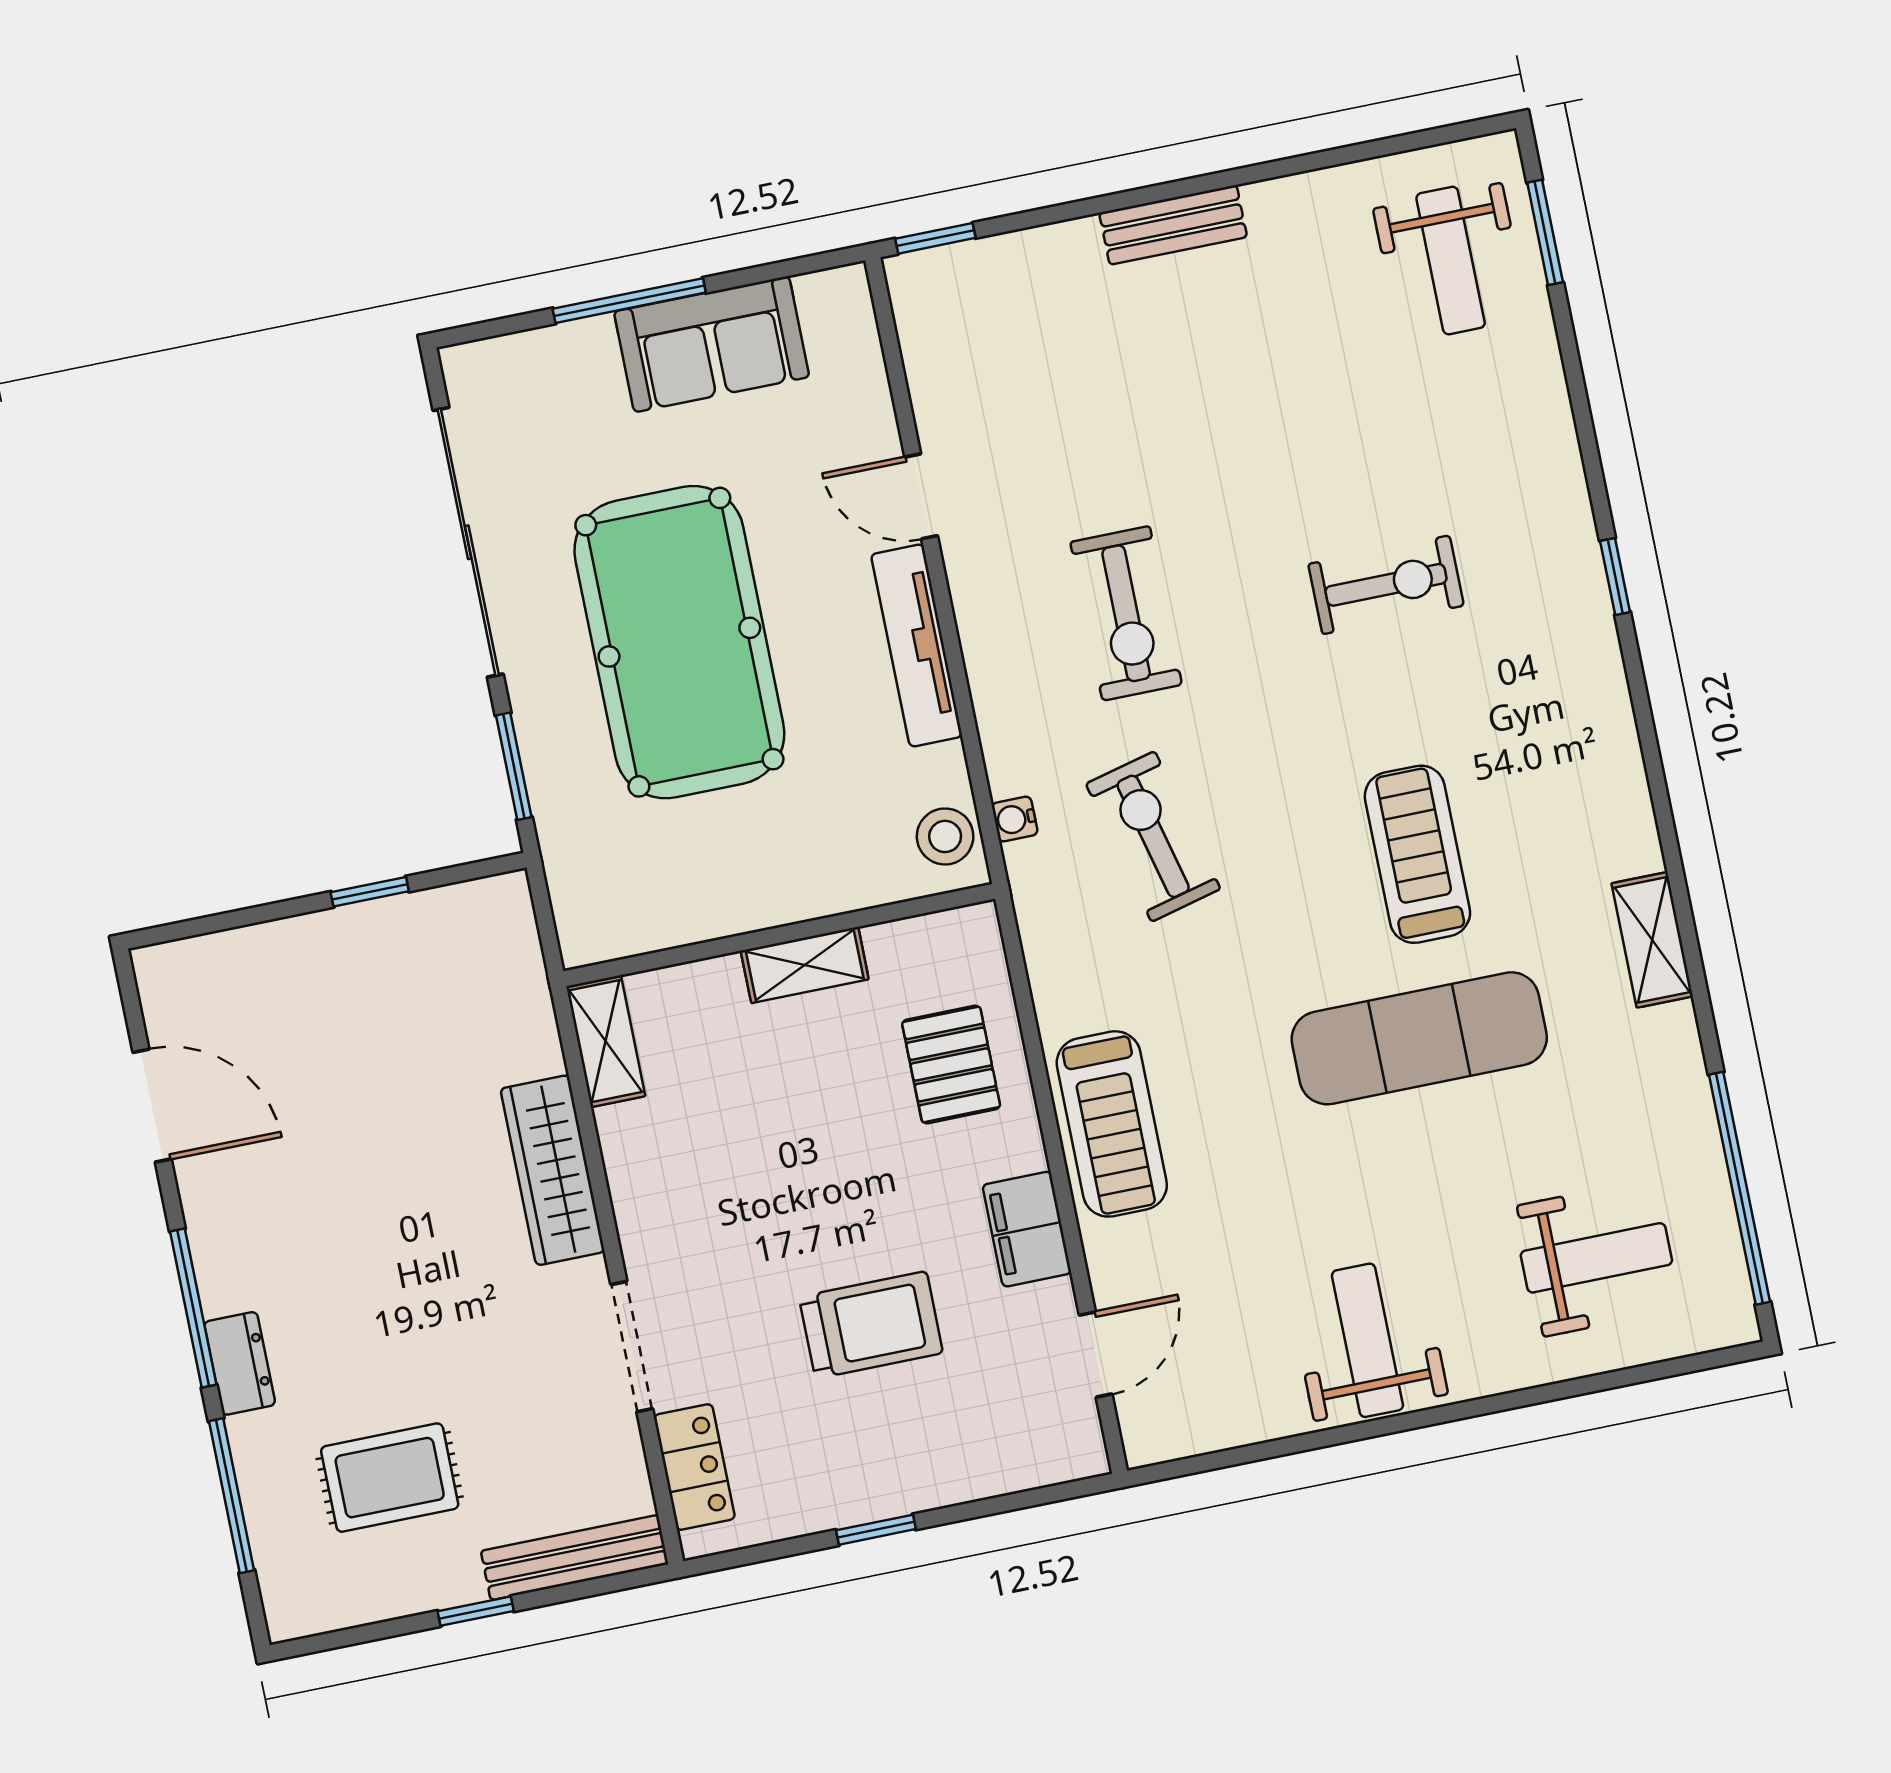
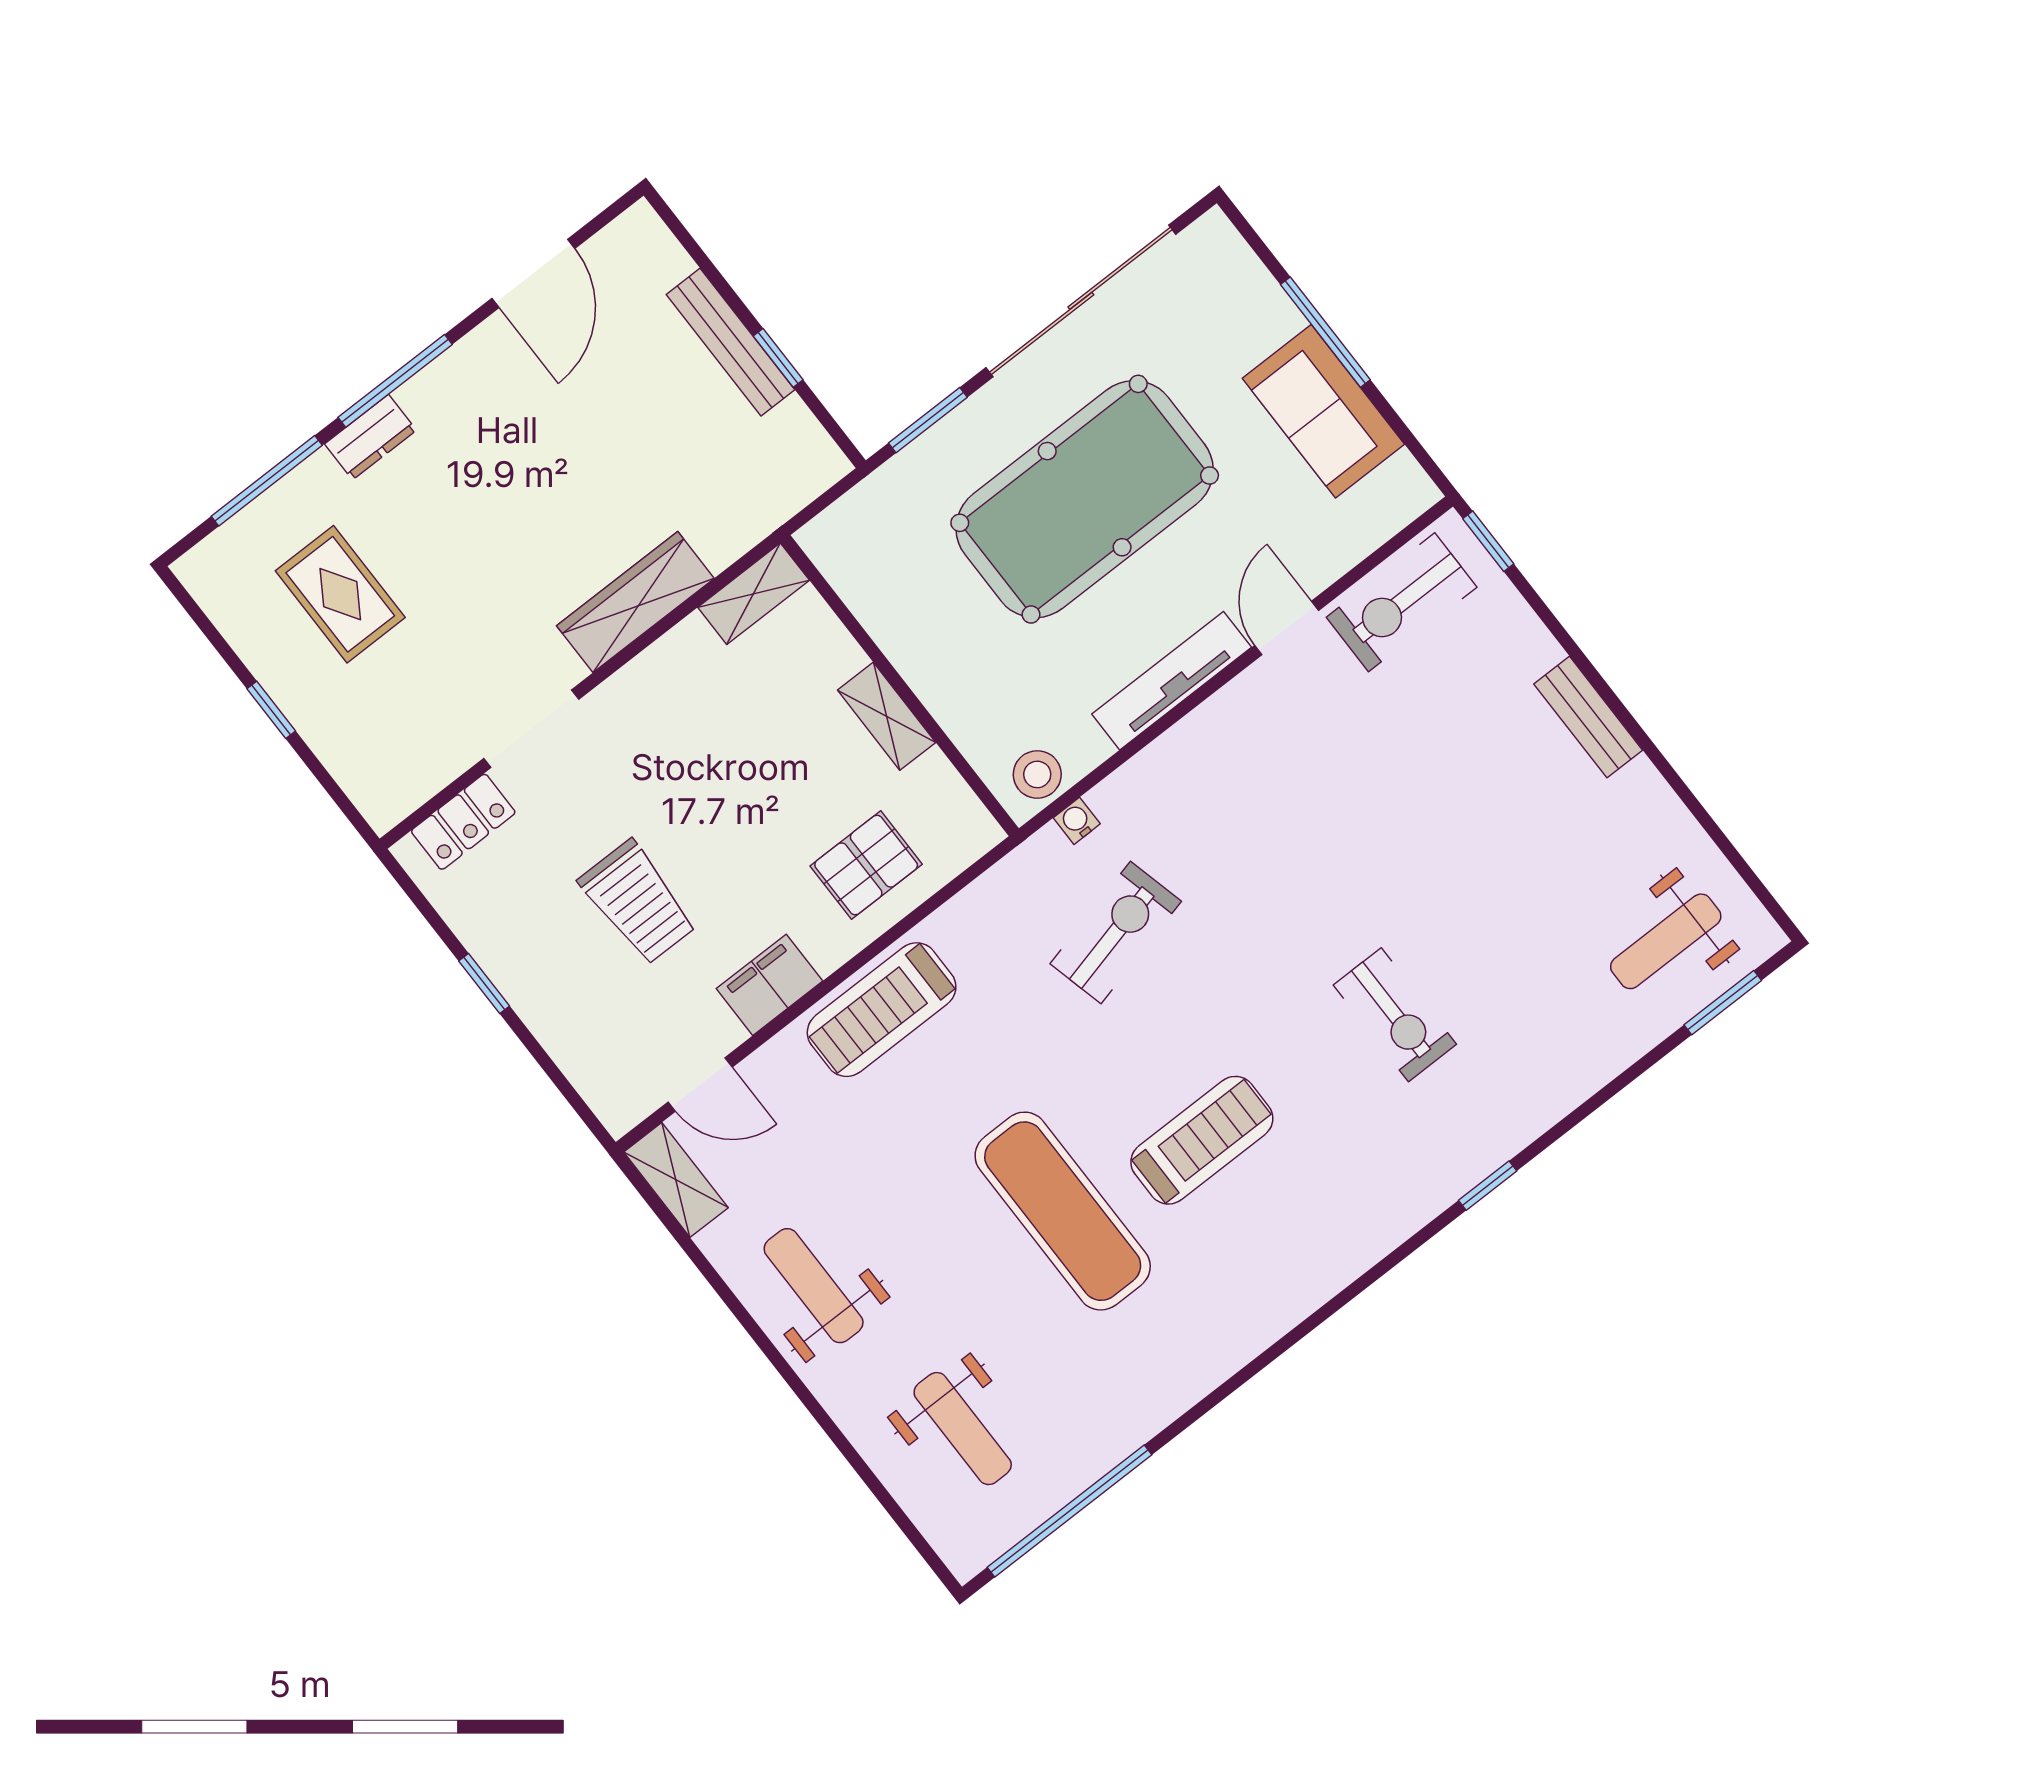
exercise bike: (1126, 613) -> (1402, 602), moved
shelving: (1652, 940) -> (676, 1180), moved, turned 90
weight bench: (1367, 1340) -> (814, 1286), turned -90
bench: (575, 1557) -> (731, 342), moved

